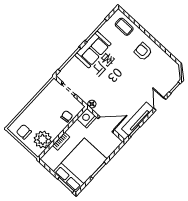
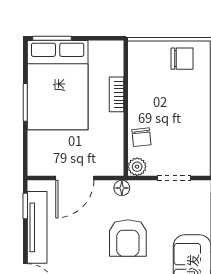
armchair: (107, 83) -> (128, 238), added
nightstand: (87, 118) -> (111, 161), removed
plant: (43, 140) -> (137, 167), moved, width x0.53, depth x0.53

